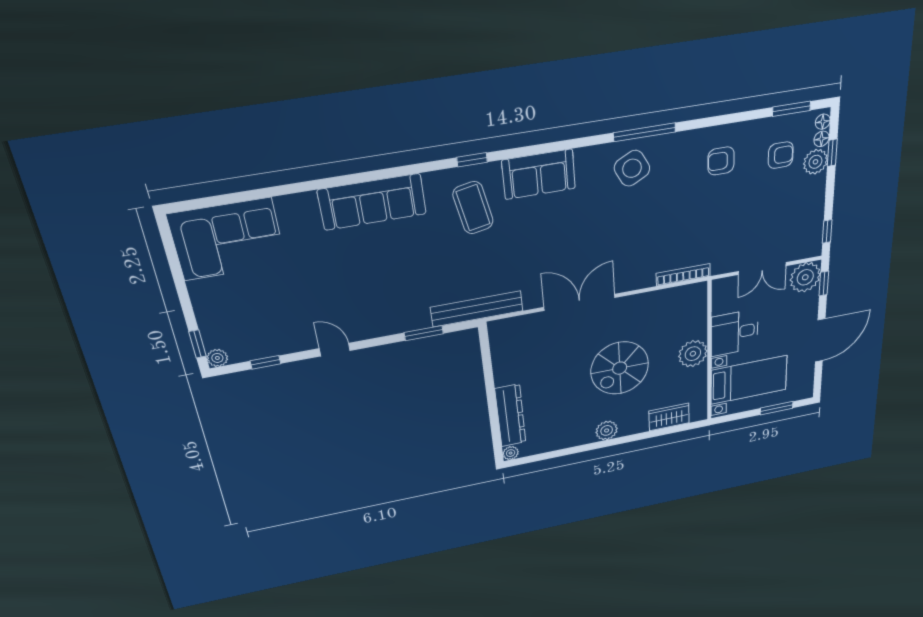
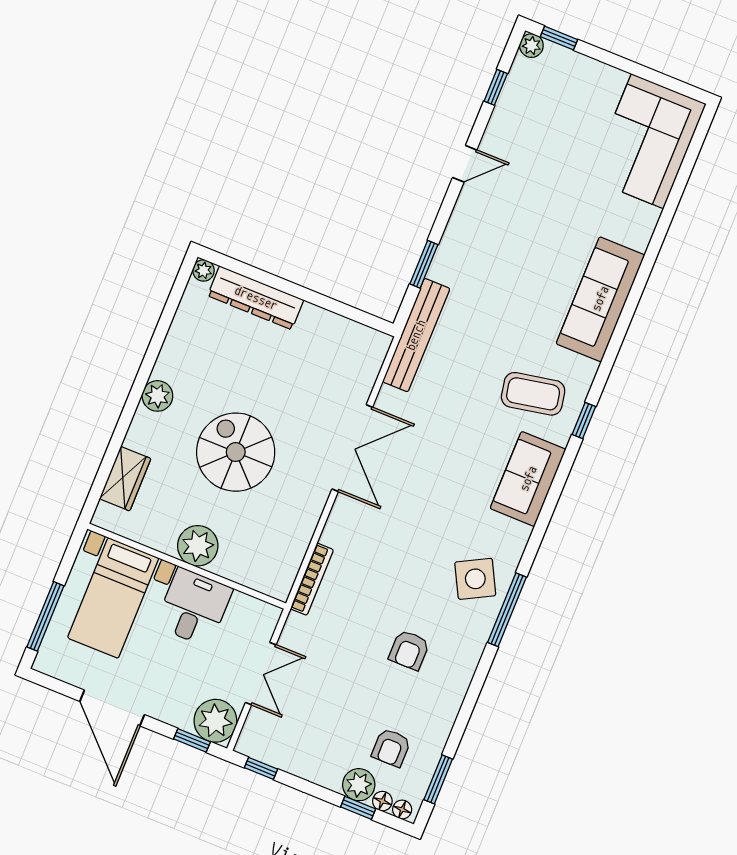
armchair: (721, 161) -> (409, 650), moved, turned 180
double door: (762, 269) -> (261, 674), swing flipped
window: (777, 408) -> (45, 616), width x1.44

